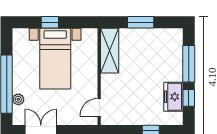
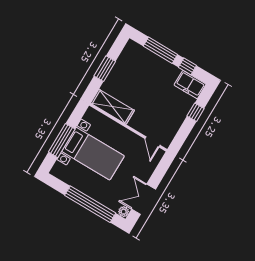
window: (50, 22) -> (62, 141), width x2.17
freezer: (173, 97) -> (190, 85), moved
plant: (18, 99) -> (124, 212), moved

